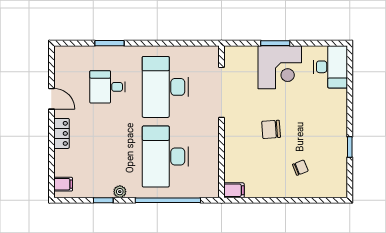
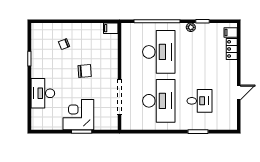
desk: (331, 67) -> (43, 93), moved
door: (51, 99) -> (239, 93), swing flipped
locker: (61, 133) -> (232, 49), moved

